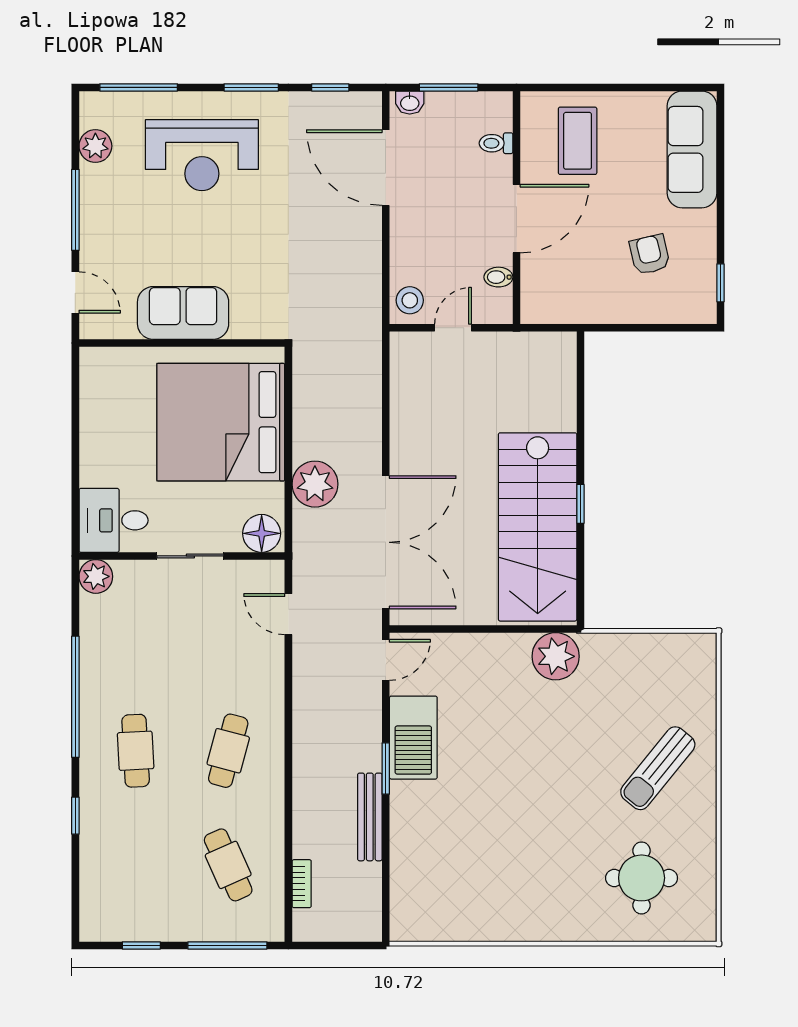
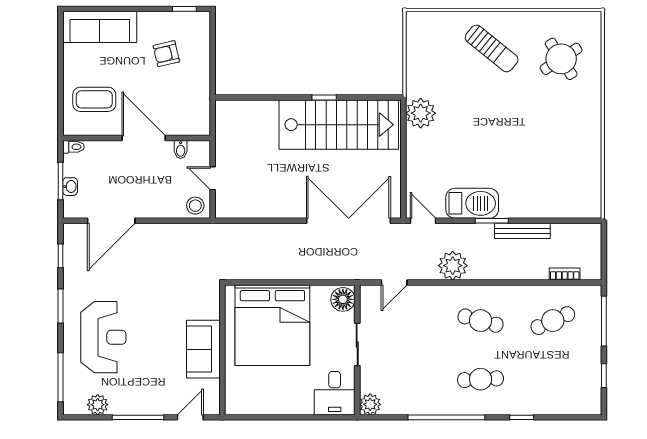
washbasin: (410, 103) -> (70, 187), moved
toilet: (496, 143) -> (73, 147), moved, turned -90
plant: (315, 484) -> (453, 266), moved
round table: (642, 878) -> (561, 59), turned -33

